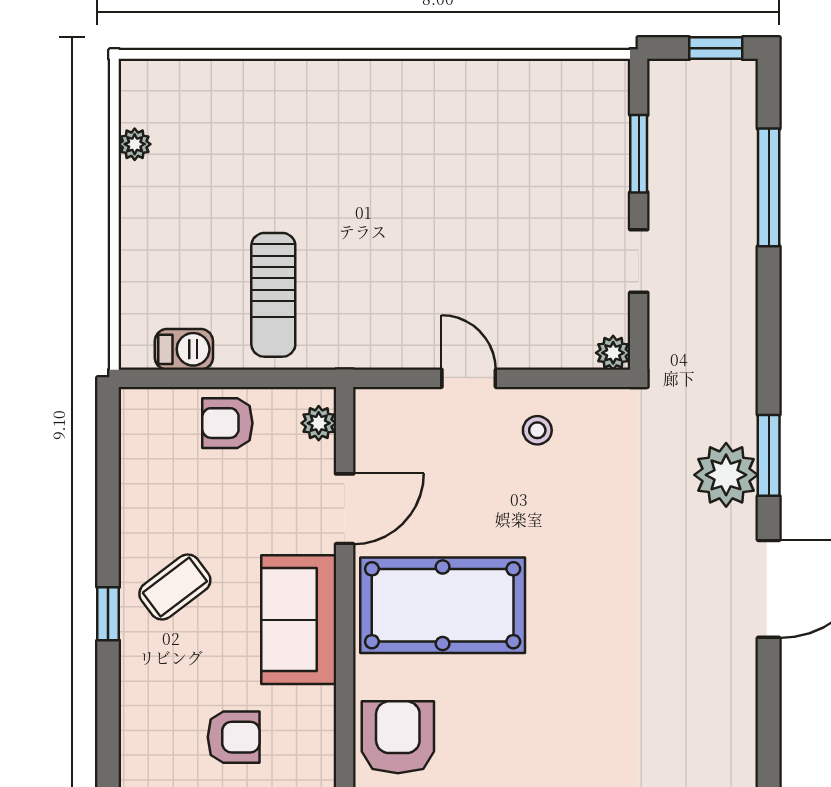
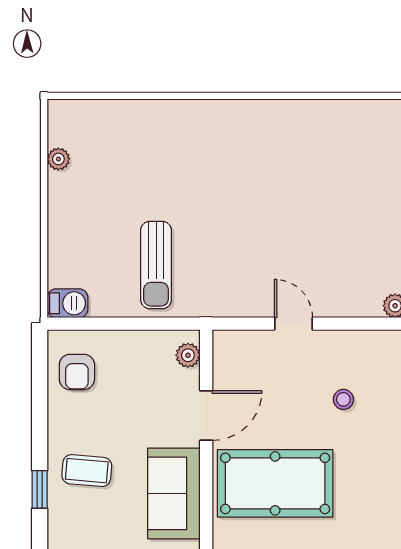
barbecue: (184, 349) -> (68, 303), moved
armchair: (227, 423) -> (77, 372), moved, turned -90
stool: (537, 430) -> (343, 399), moved
coffee table: (175, 587) -> (87, 471), turned 42

